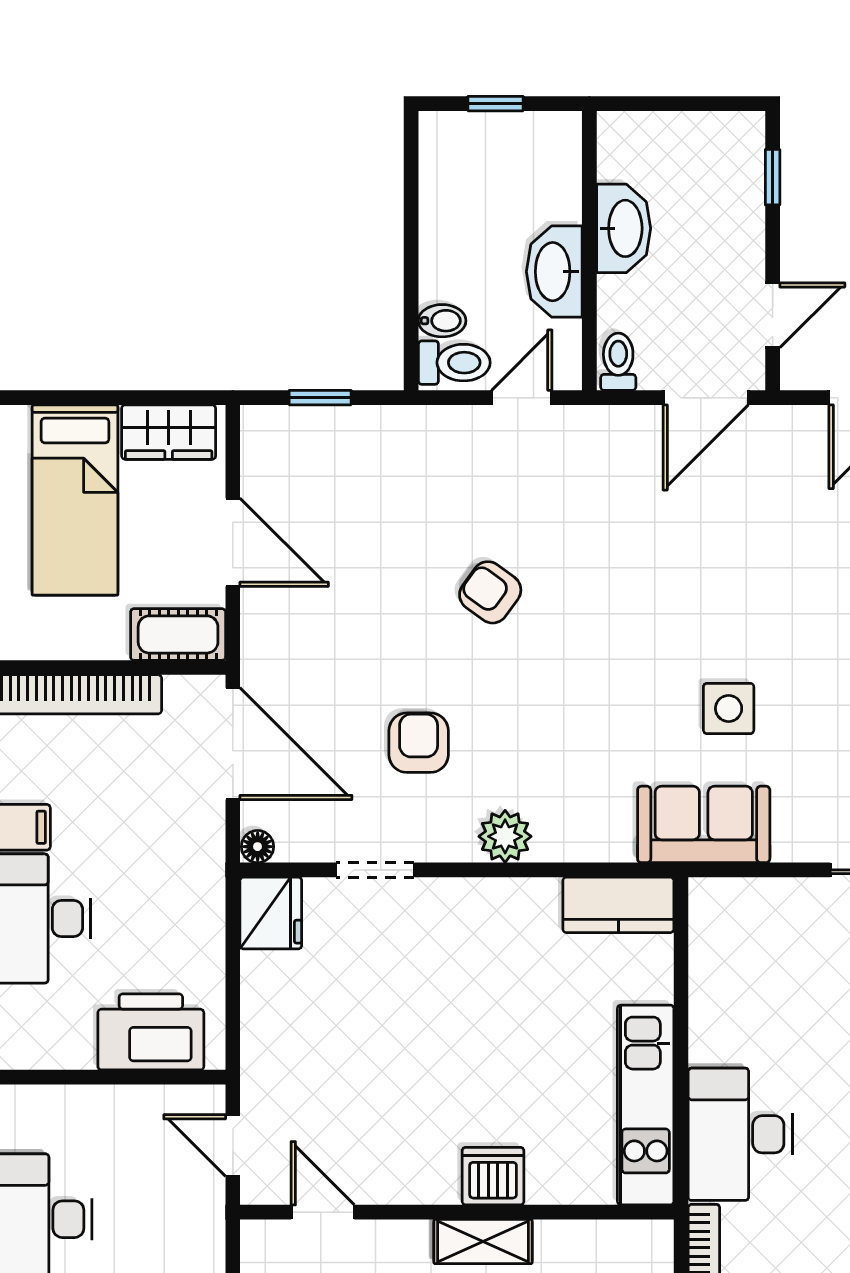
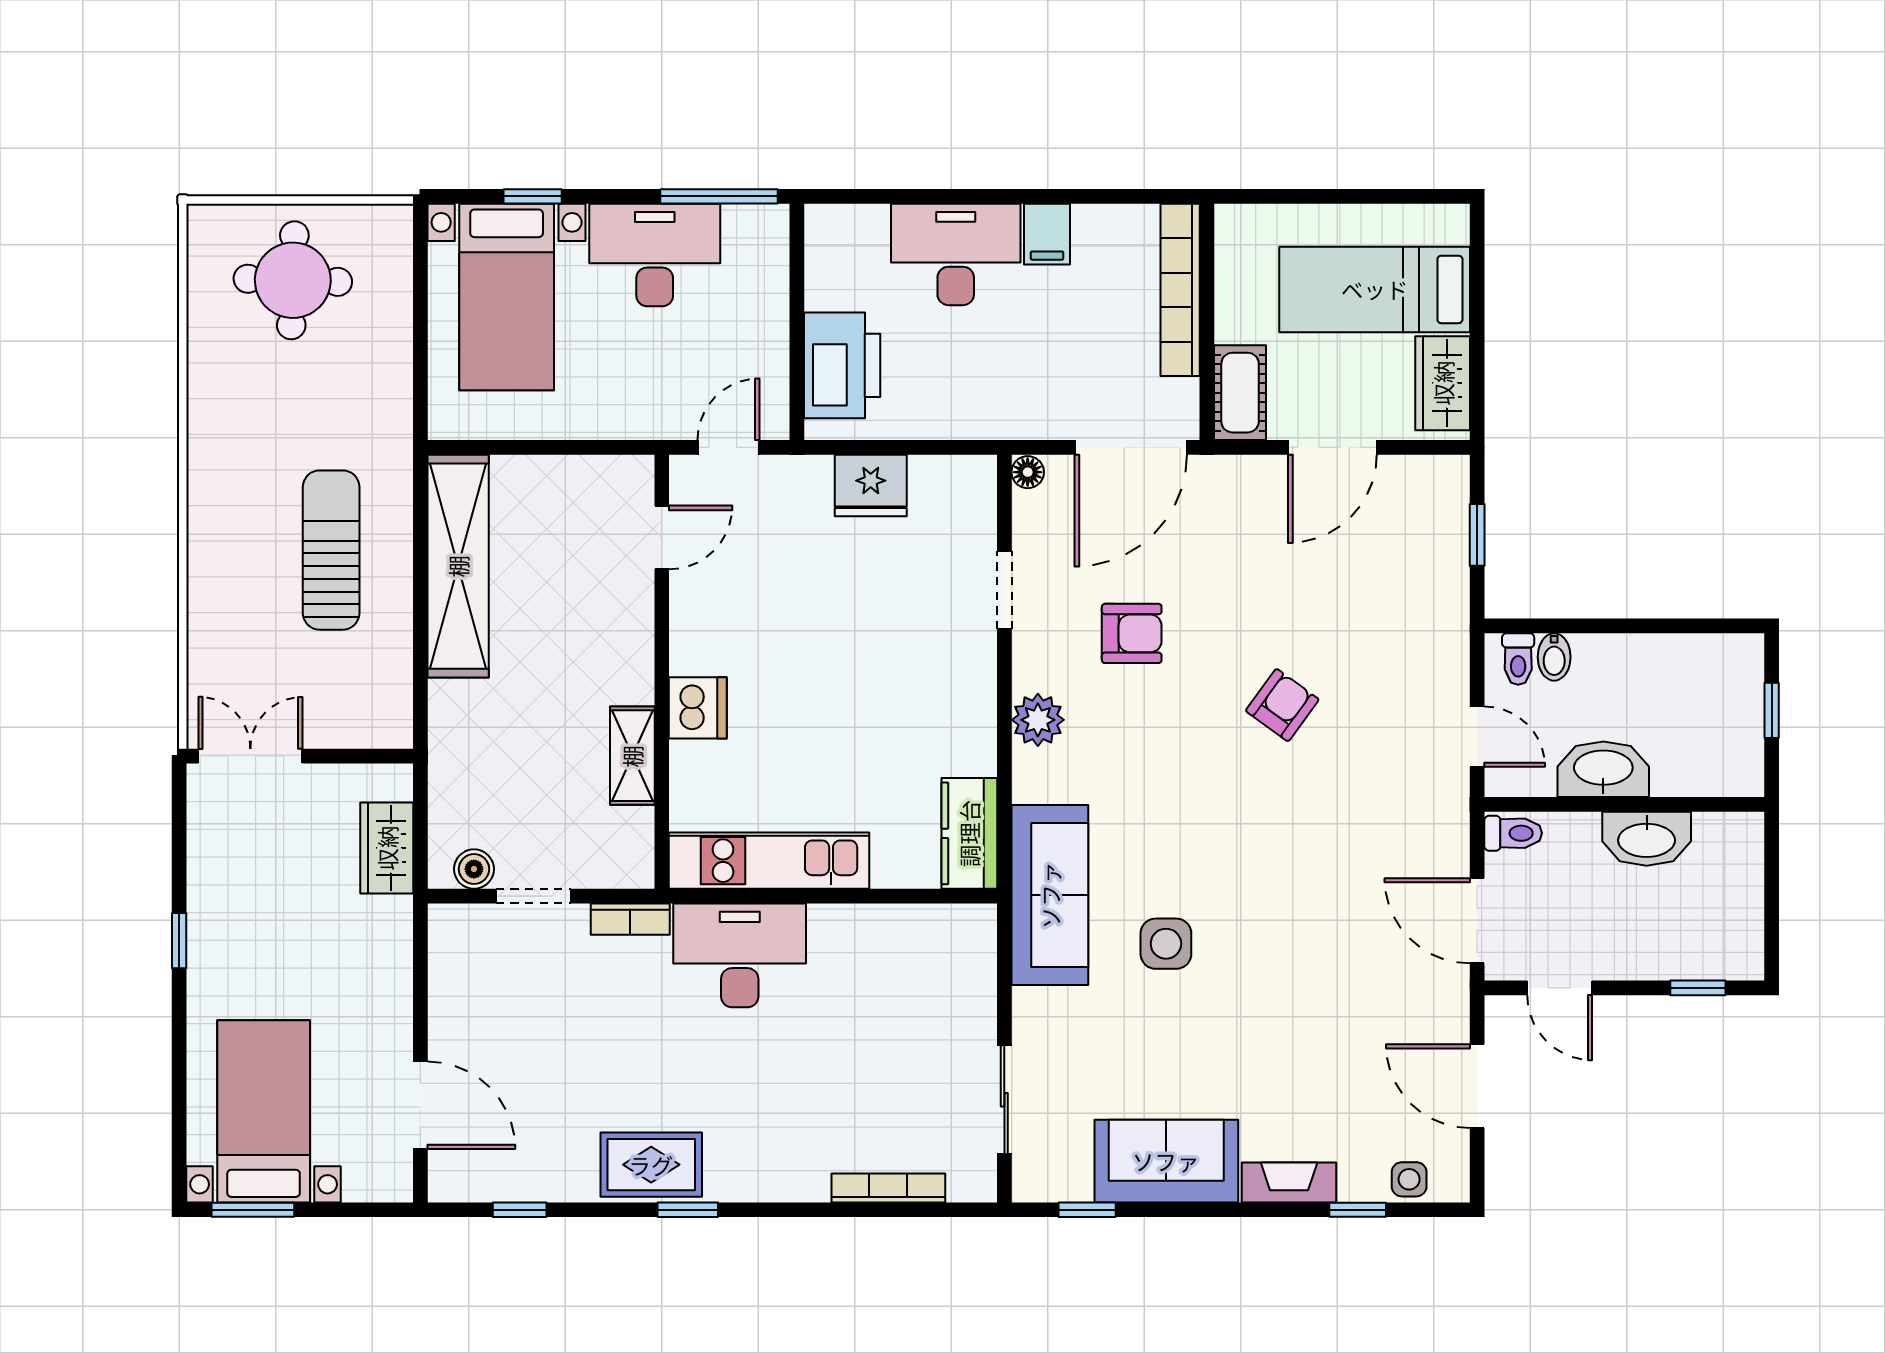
toilet: (454, 363) -> (1518, 659), width x0.73, depth x0.72
sofa: (704, 824) -> (1050, 895), width x1.36
fridge: (271, 913) -> (871, 486), moved
shelving: (483, 1242) -> (632, 756), moved

